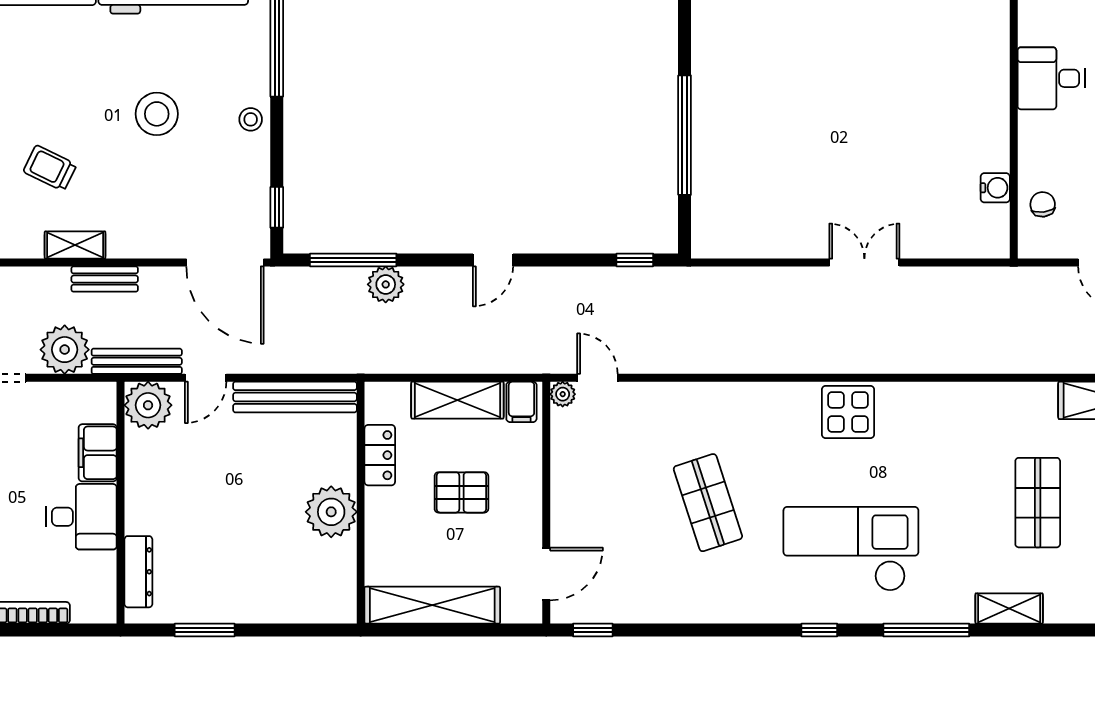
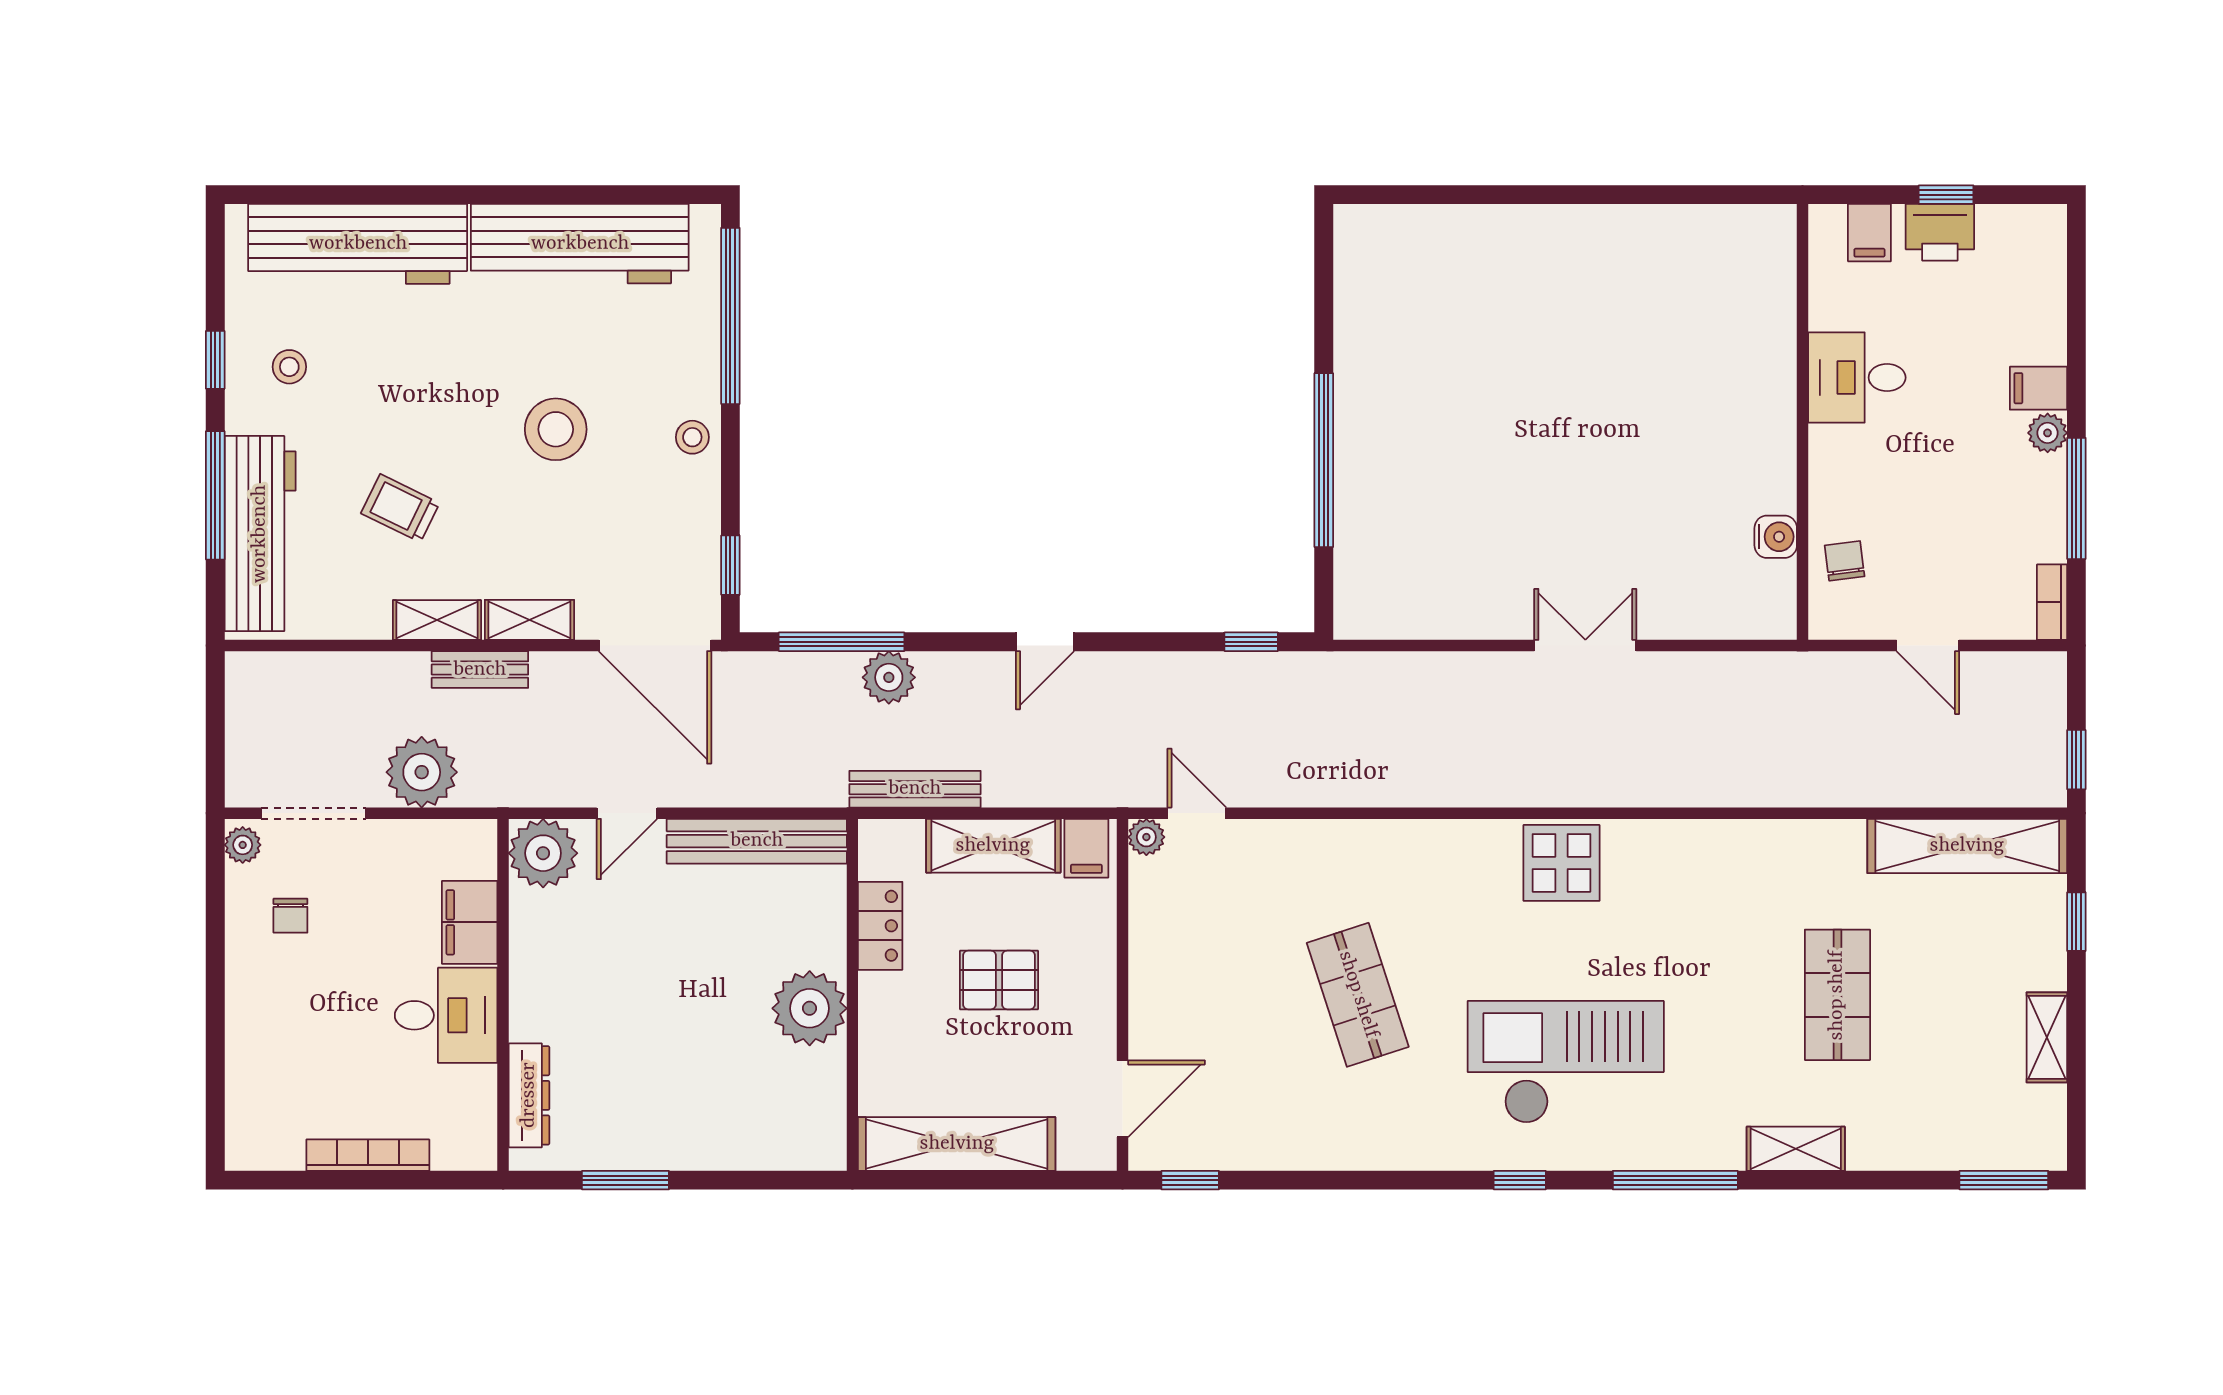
shelving: (139, 245) -> (529, 620), added
bench: (137, 361) -> (915, 789), moved

